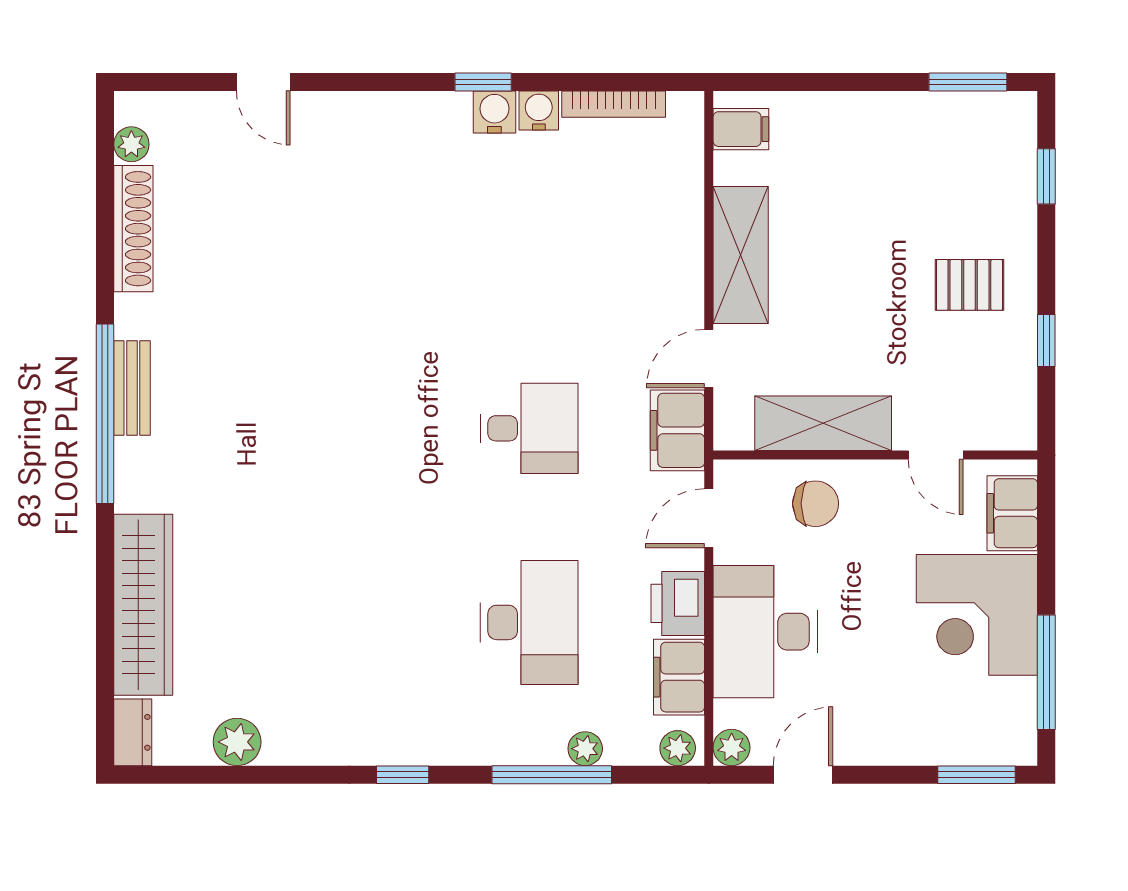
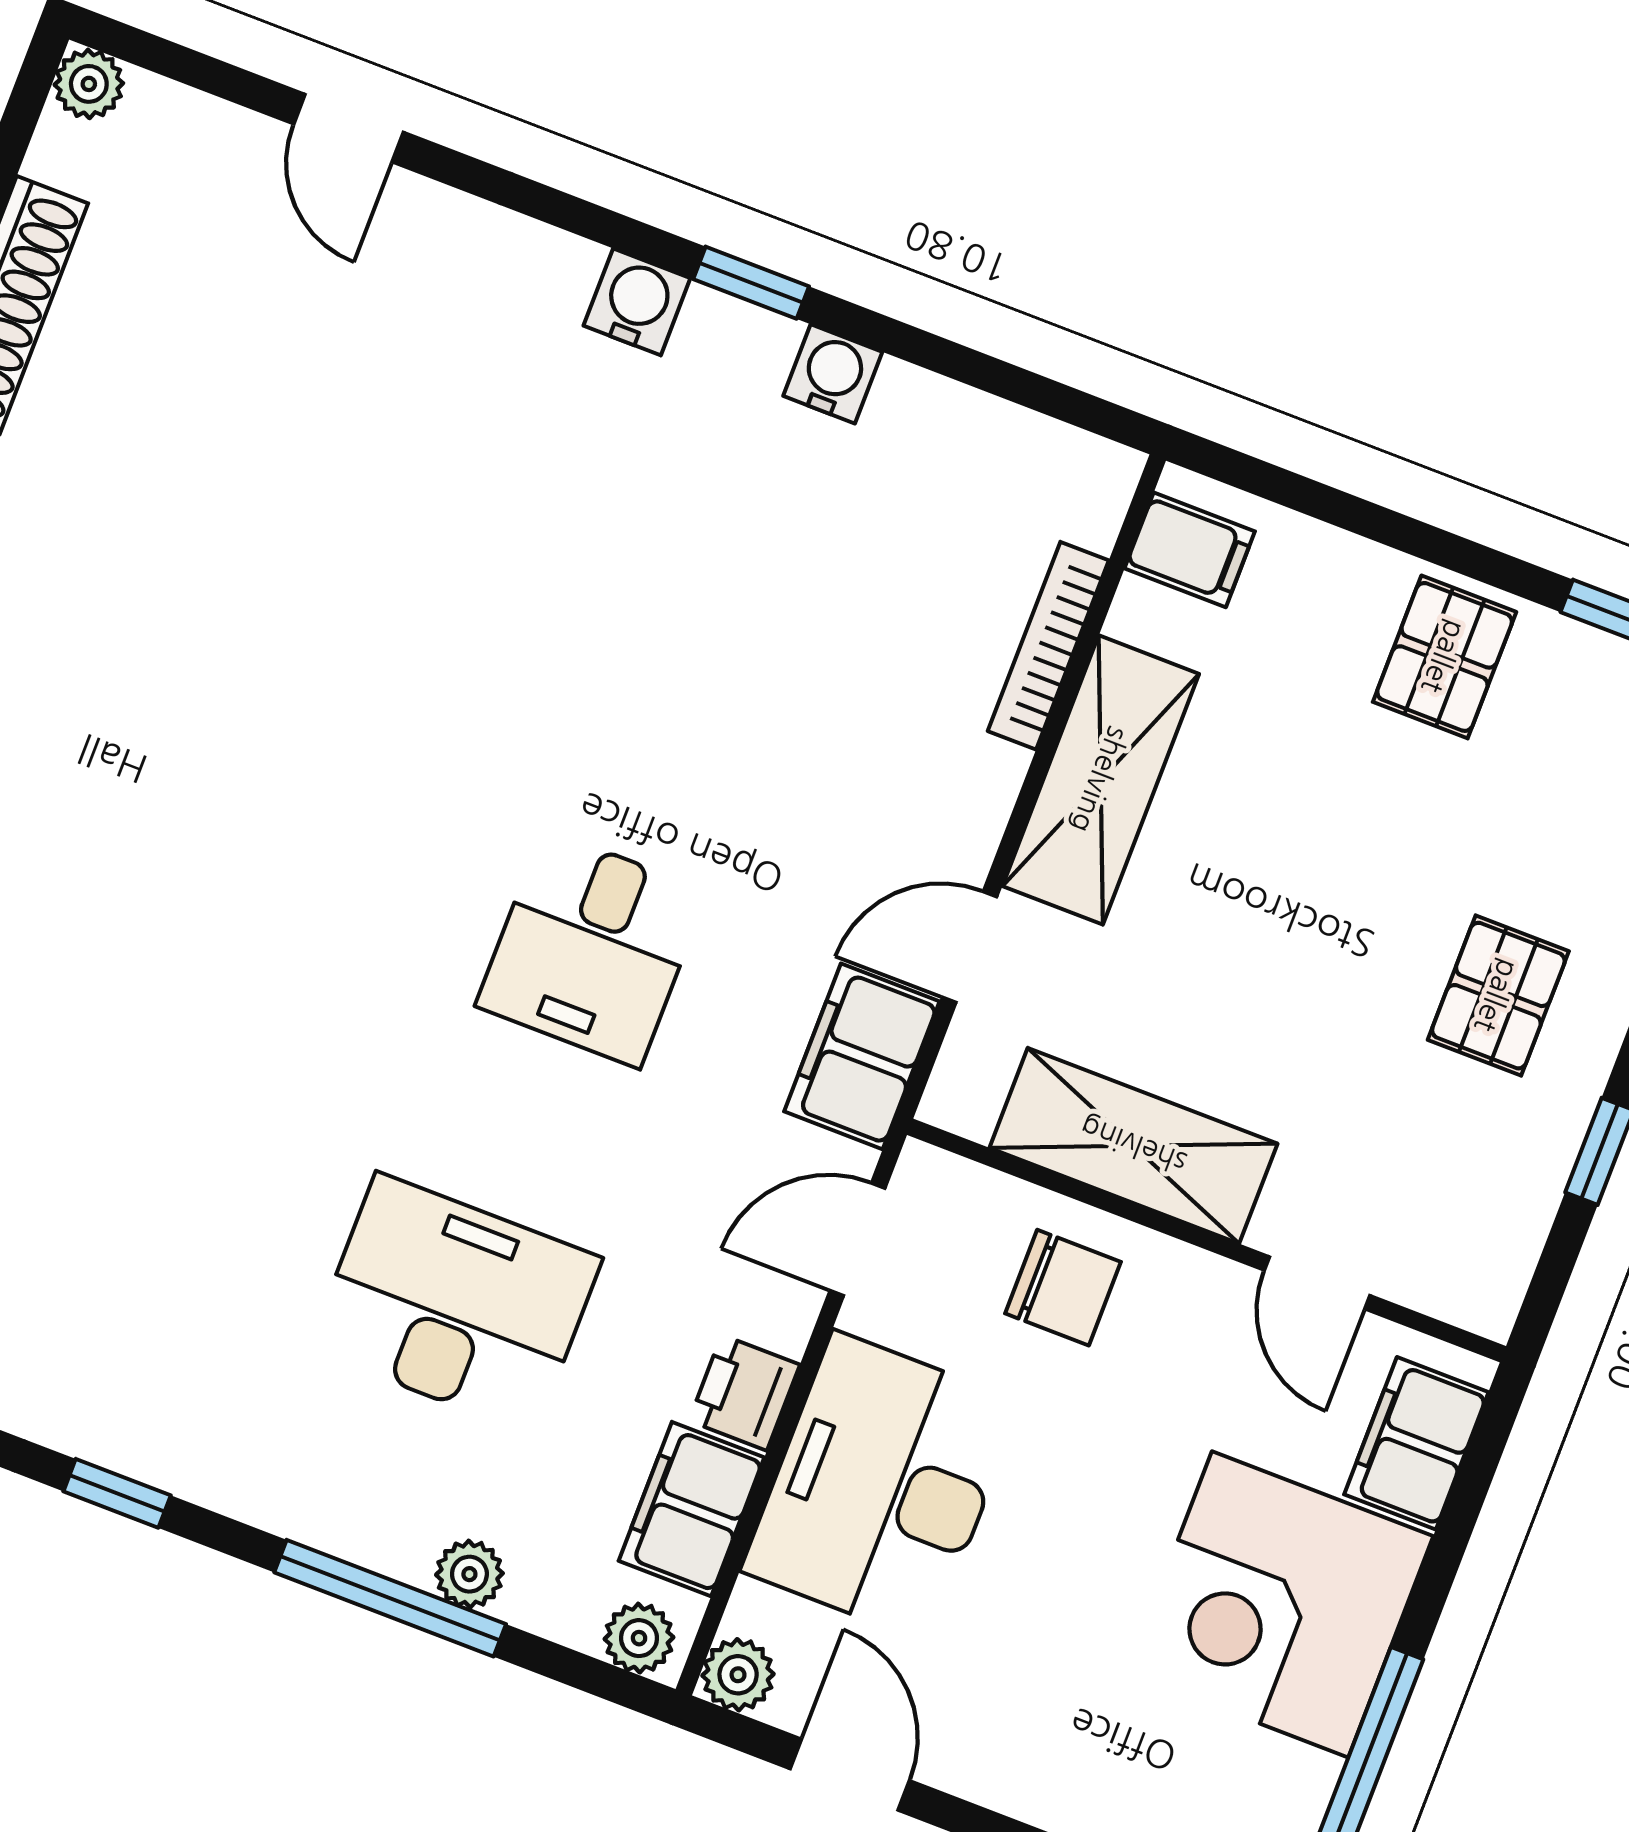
bookcase: (614, 104) -> (1048, 646), moved, turned 90
water cooler: (494, 112) -> (637, 302), moved
pallet: (882, 133) -> (1445, 657), added
plant: (131, 144) -> (89, 84), moved
pallet: (969, 285) -> (1498, 996), turned 90
desk: (529, 428) -> (592, 949), turned 90
printer: (678, 603) -> (744, 1393), width x0.73, depth x0.81
desk: (529, 622) -> (455, 1304), turned -90
door: (803, 775) -> (850, 1775), hinge flipped

